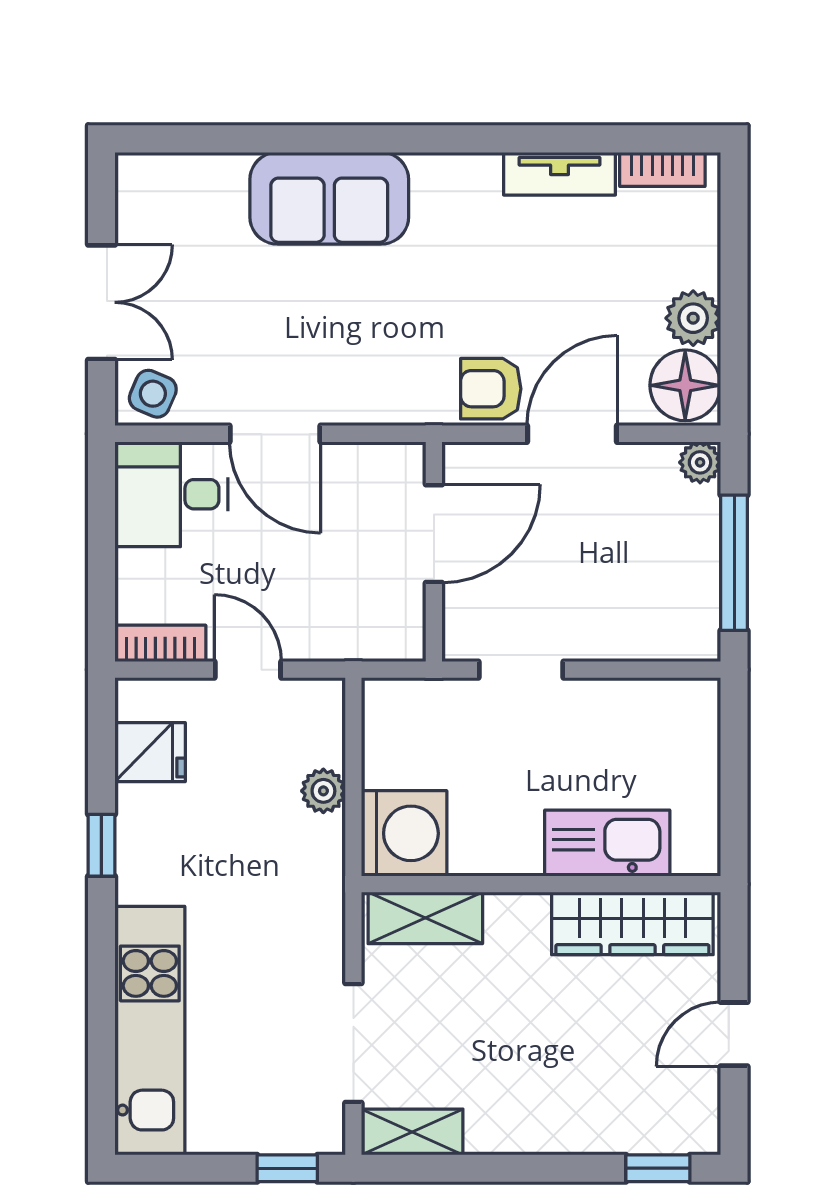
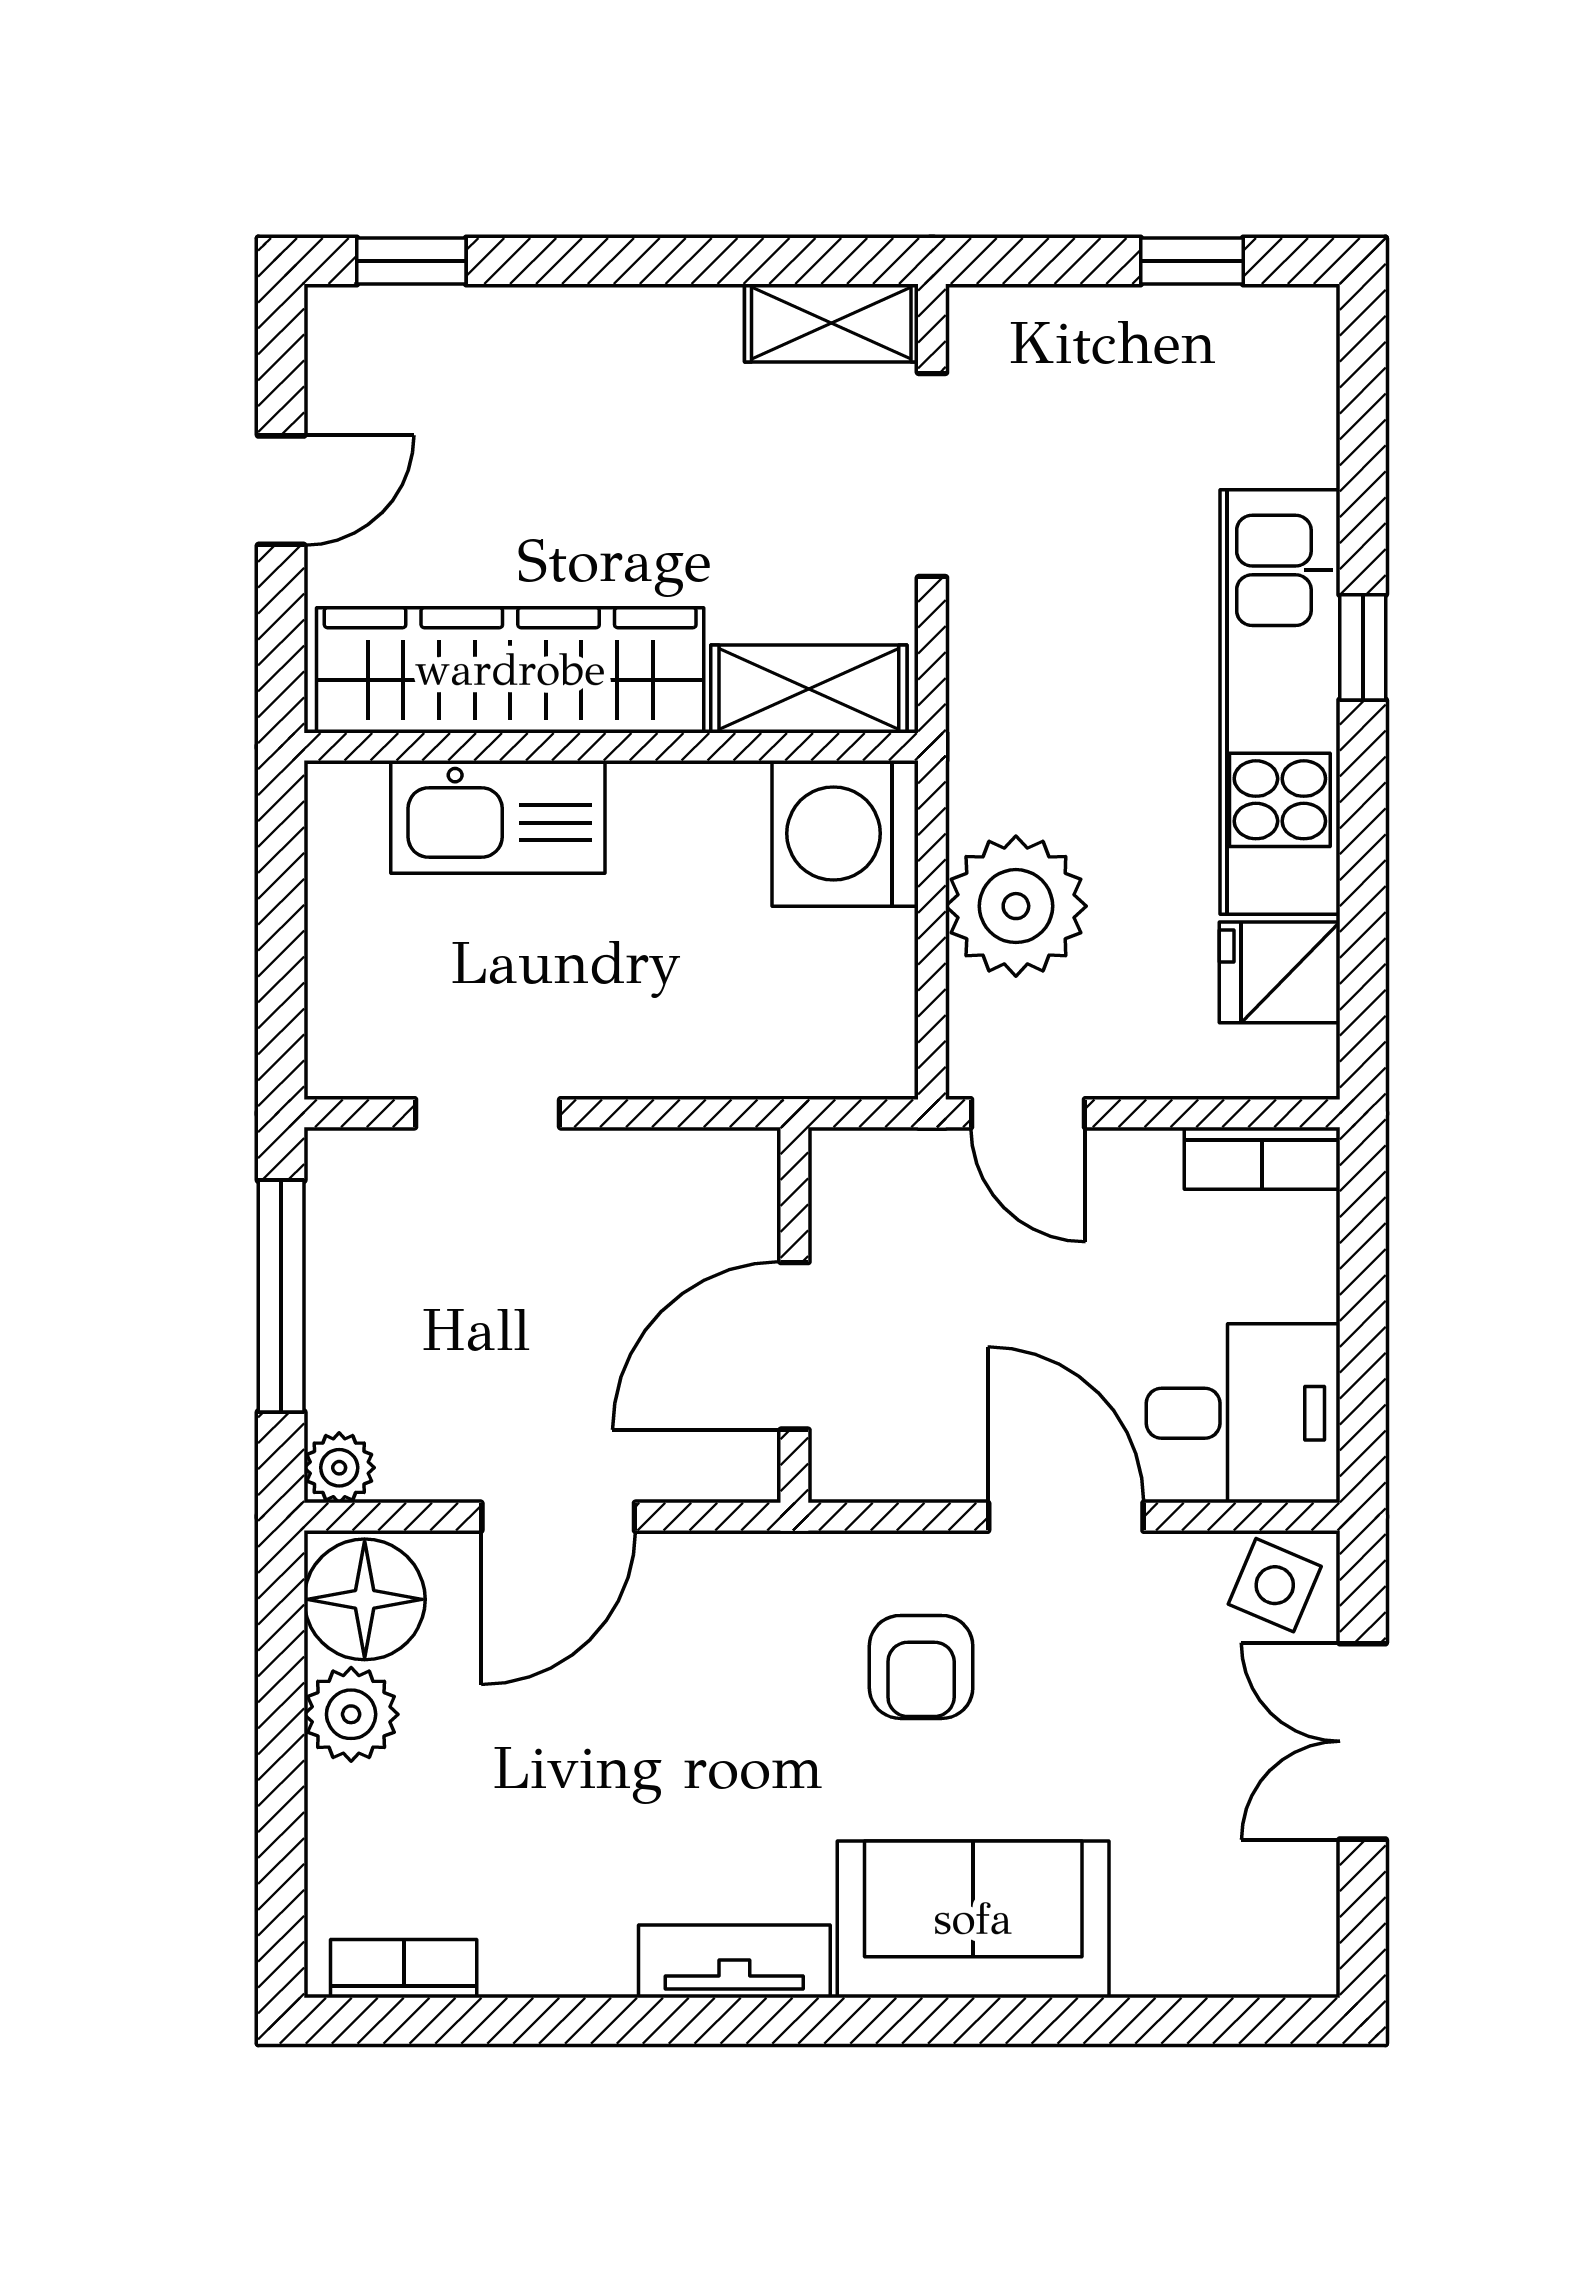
tv unit: (559, 174) -> (734, 1961), moved
armchair: (491, 389) -> (921, 1667), moved, turned 90
door: (248, 670) -> (1028, 1113), moved
doorway: (521, 670) -> (488, 1113), moved
plant: (323, 791) -> (1016, 906), width x1.88, depth x1.88
window: (101, 845) -> (1363, 647), moved
wardrobe: (632, 923) -> (510, 670), width x1.40, depth x1.17
kitchen unit: (150, 1031) -> (1280, 702), moved
window: (287, 1168) -> (1192, 261), moved

